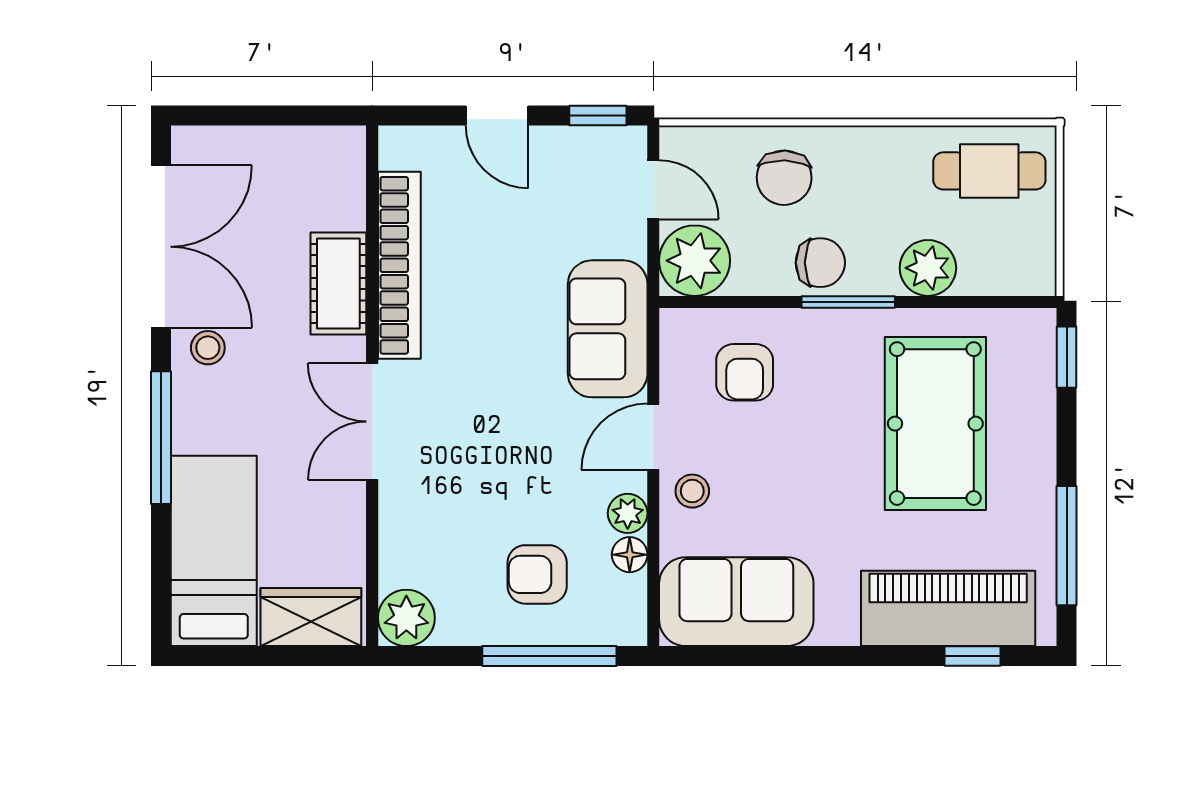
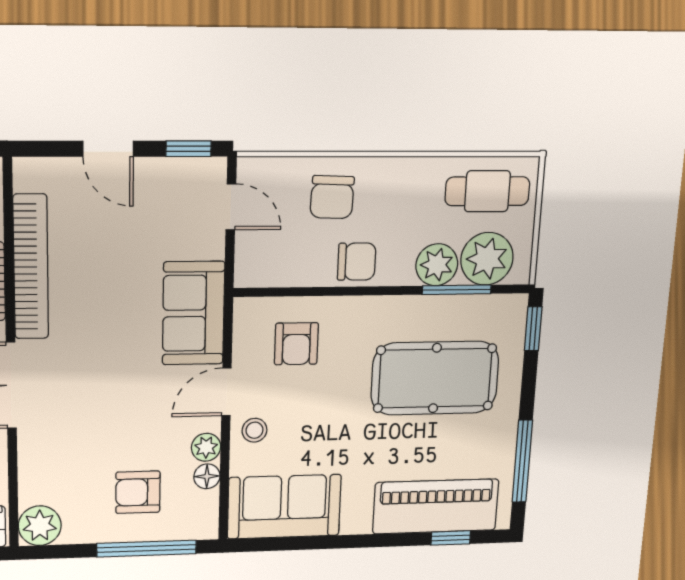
plant: (695, 261) -> (487, 259), moved
window: (848, 302) -> (457, 290), moved
pool table: (935, 424) -> (435, 378), turned 90

